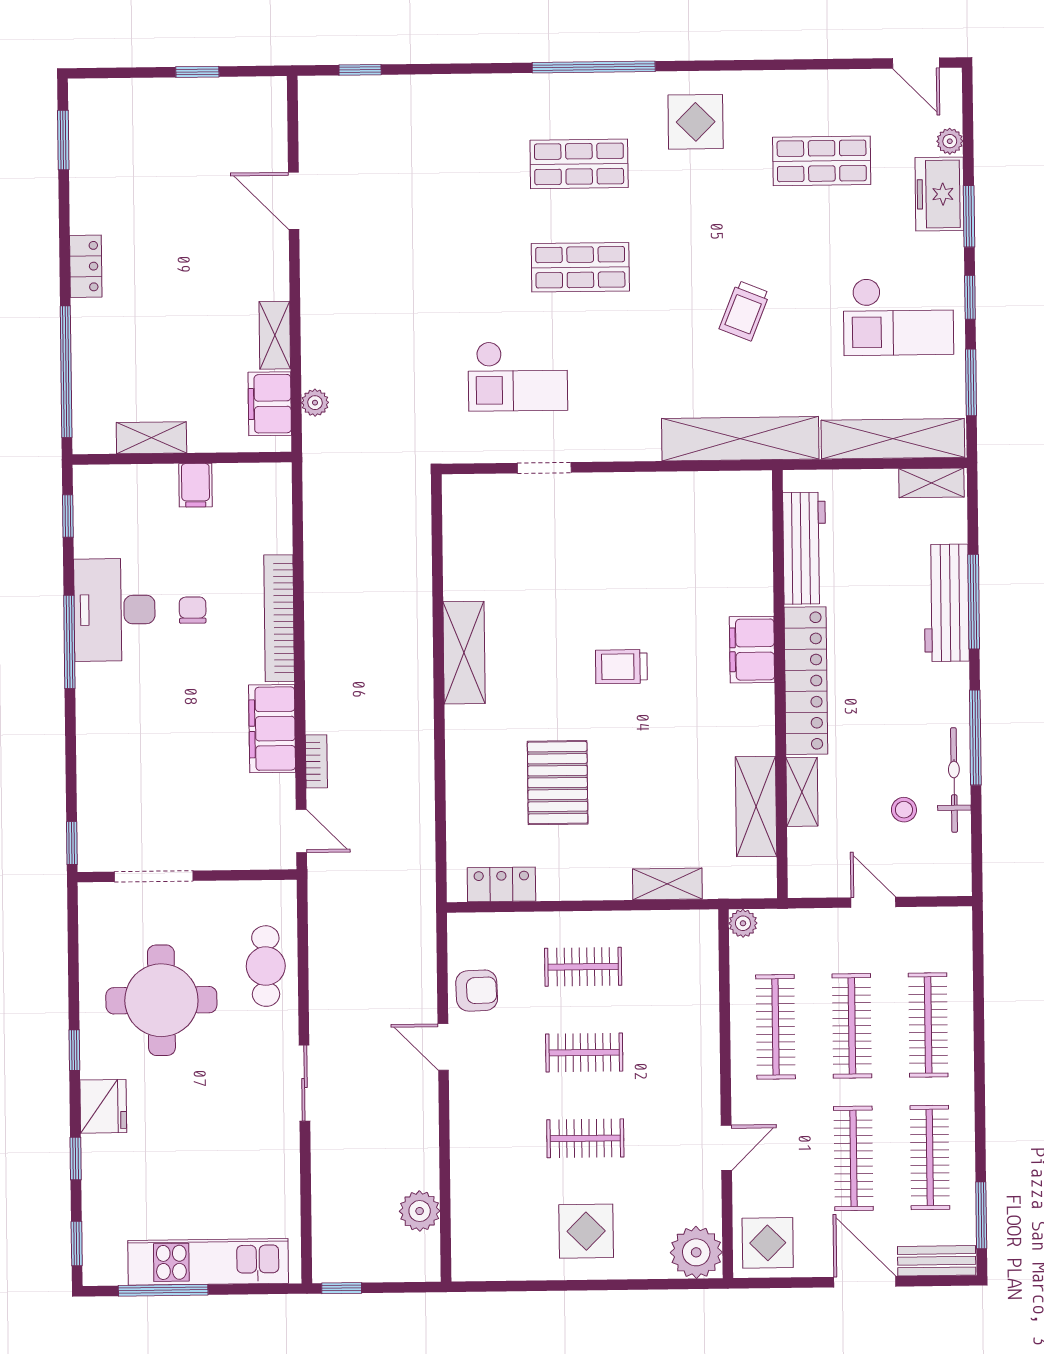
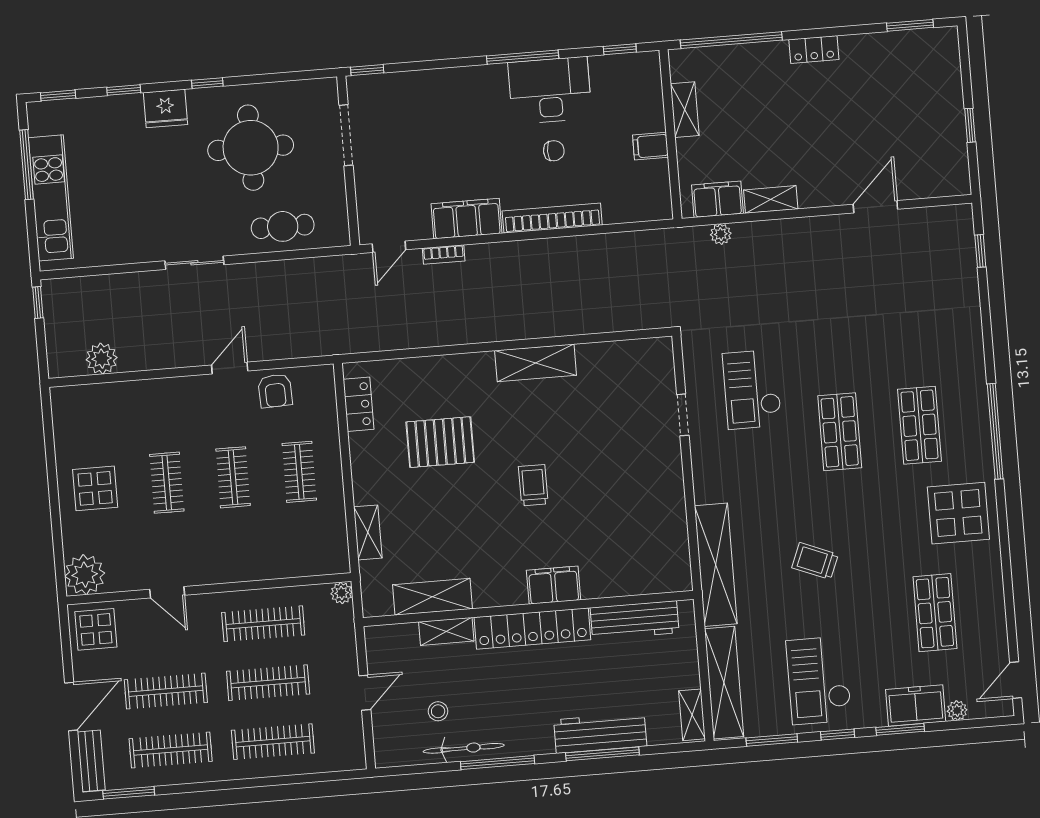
display table: (696, 122) -> (958, 513), width x1.36, depth x1.36

